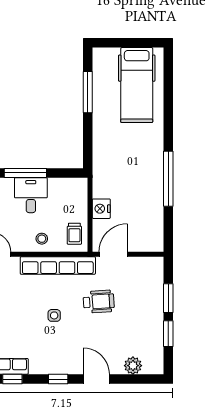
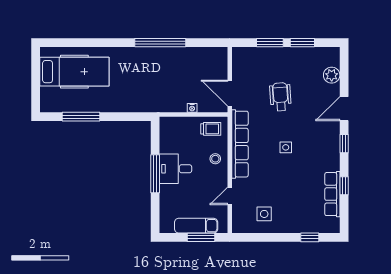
nightstand: (101, 209) -> (192, 108), width x0.53, depth x0.56
wheelchair: (99, 302) -> (280, 97), moved

